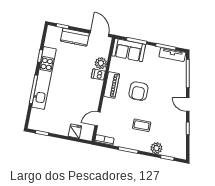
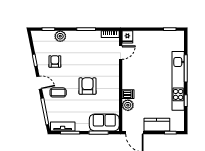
piano: (112, 85) -> (114, 87), removed
armchair: (167, 123) -> (55, 62), added
coffee table: (142, 125) -> (58, 92), moved
fridge: (75, 131) -> (127, 37), moved

